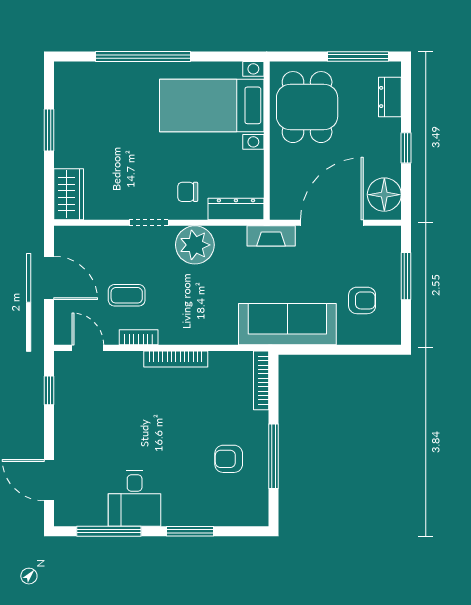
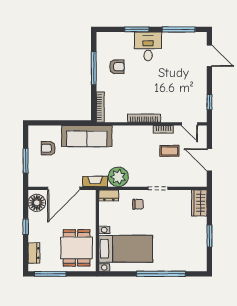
dresser: (236, 209) -> (109, 195), width x0.70
plant: (195, 245) -> (118, 177), moved
desk: (135, 498) -> (148, 46), moved

